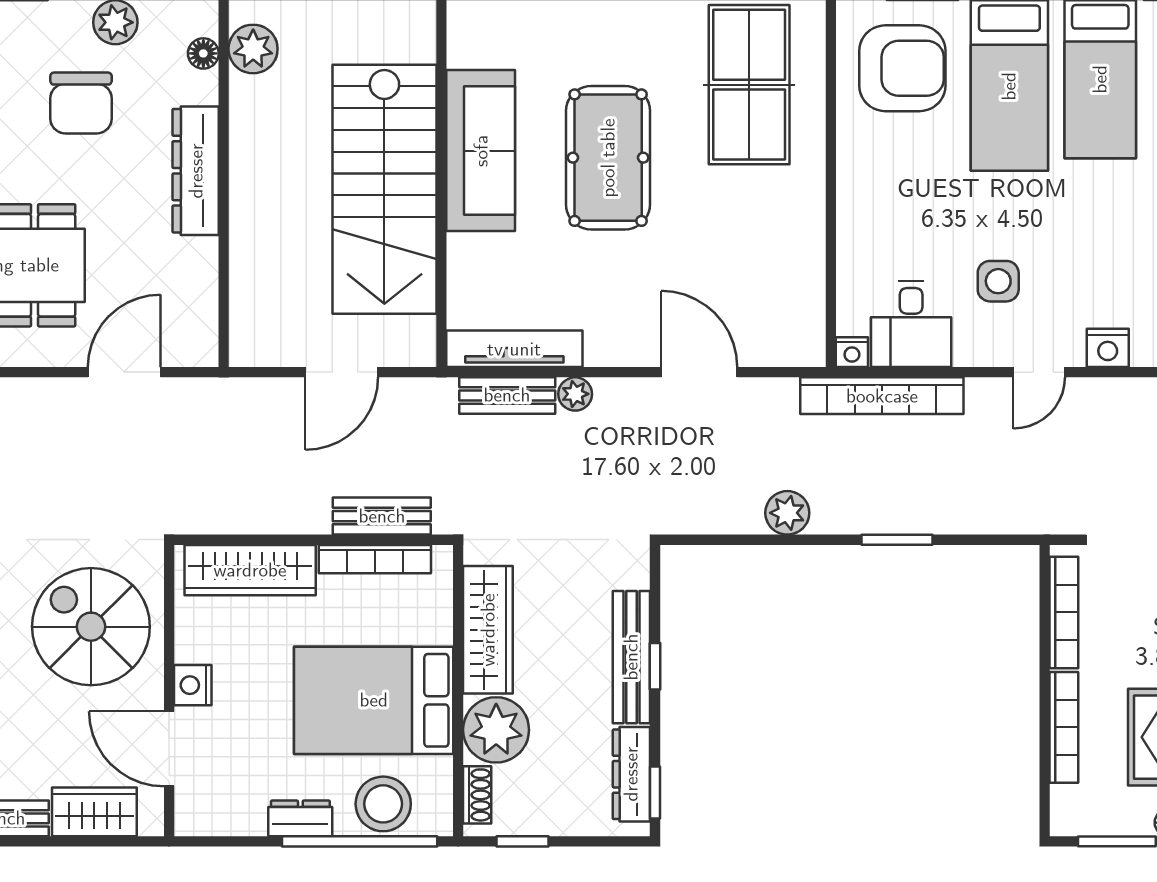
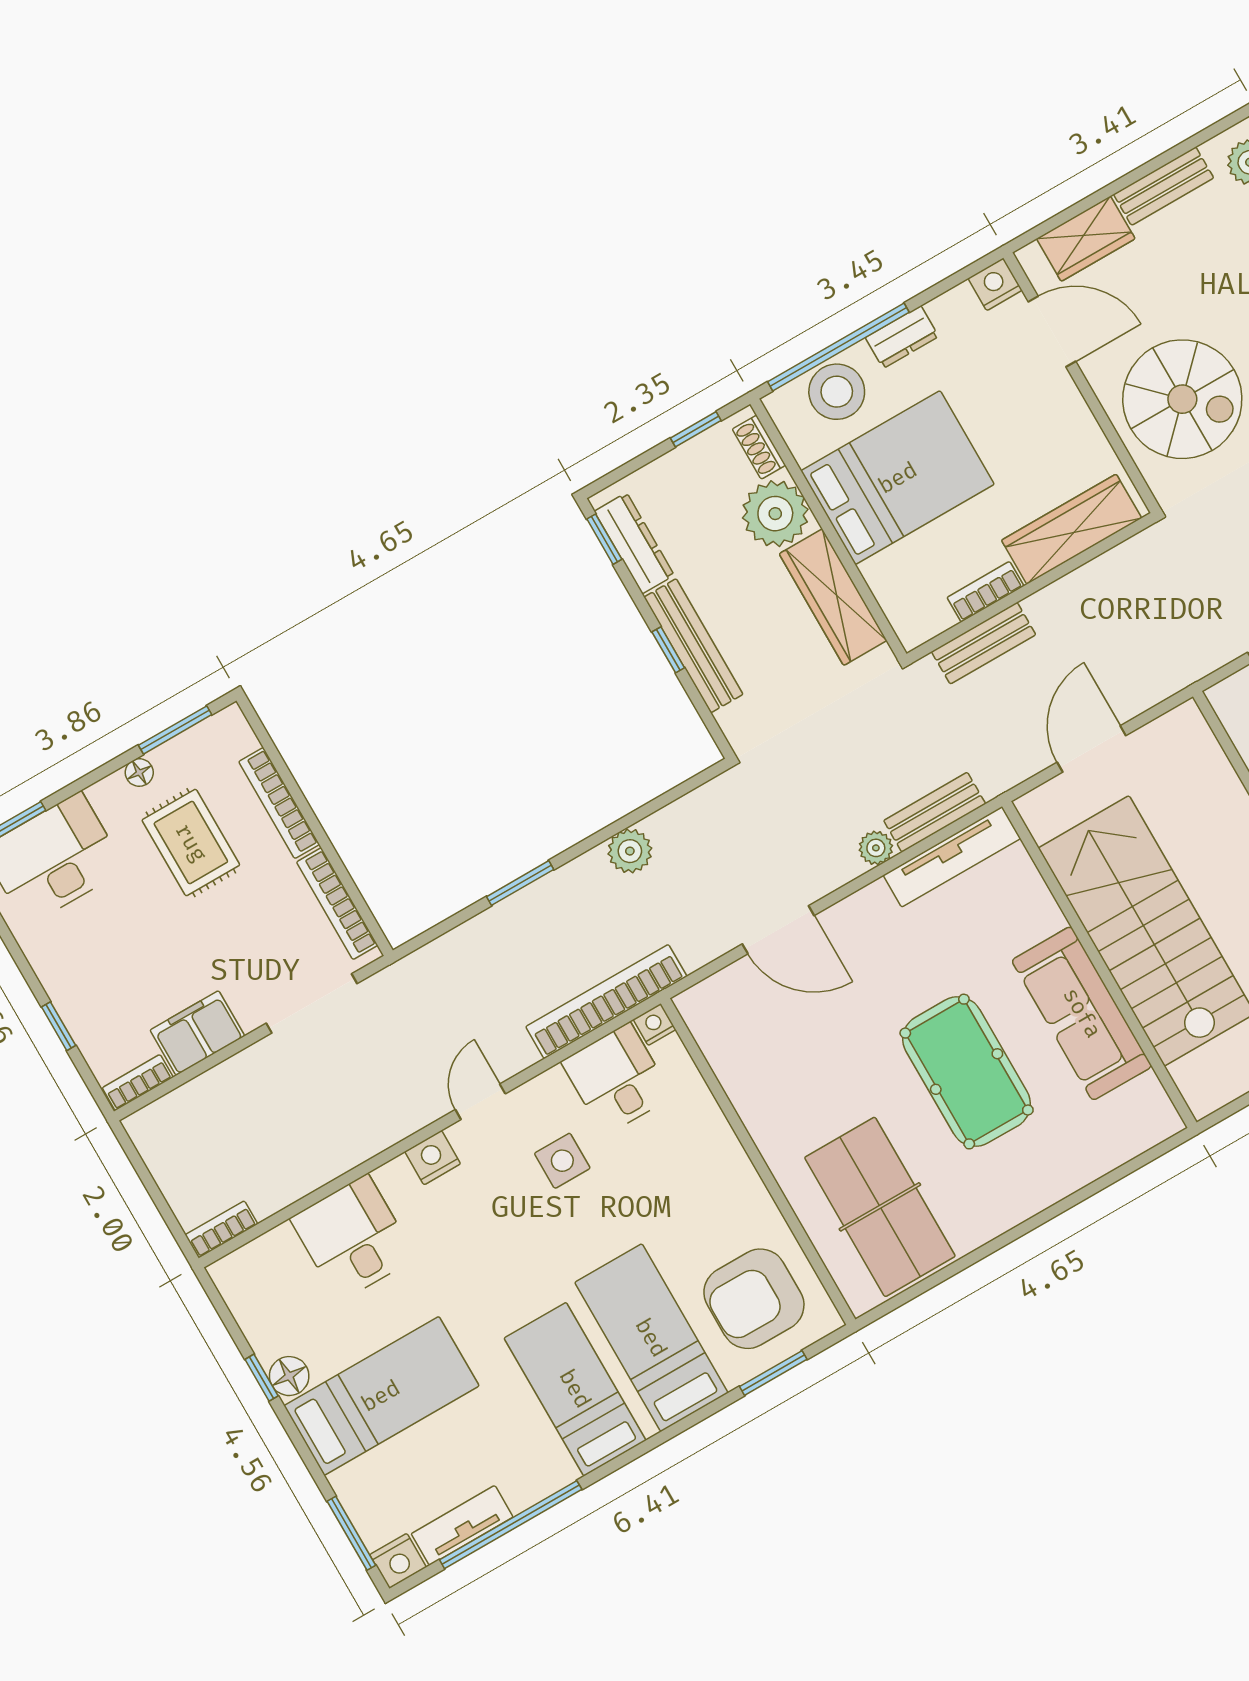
bookcase: (375, 559) -> (985, 592), width x0.64
nightstand: (193, 685) -> (995, 284), moved, turned -90

